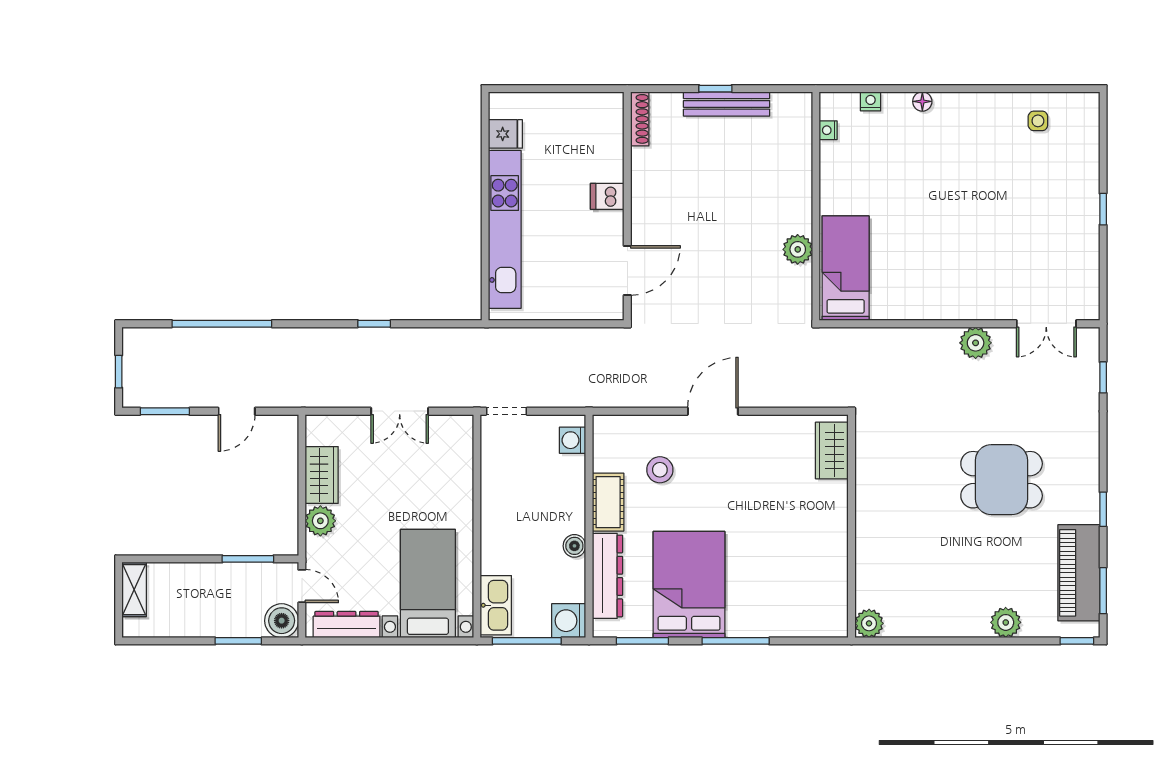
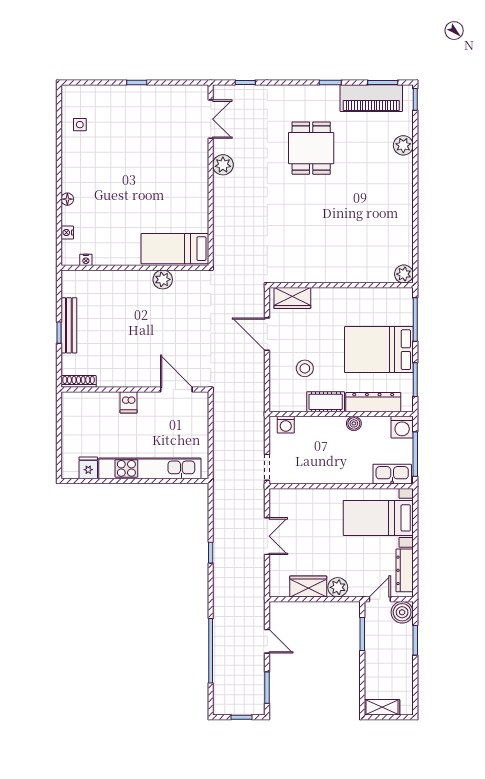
wardrobe: (832, 450) -> (292, 298), moved
wall: (851, 526) -> (341, 285), moved
plant: (869, 623) -> (404, 274), moved

